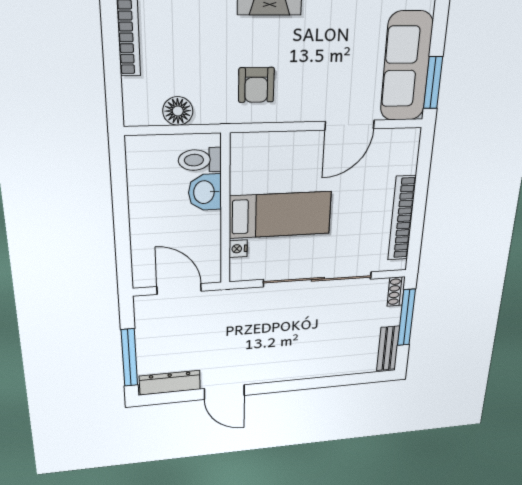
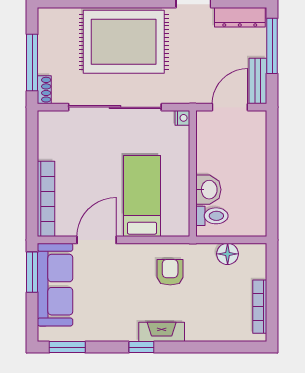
bed: (280, 215) -> (142, 196), moved, turned 90
bookcase: (402, 218) -> (46, 199), moved
nightstand: (238, 249) -> (182, 118), moved
door: (179, 289) -> (230, 107), swing flipped
rug: (304, 347) -> (124, 42), added
bench: (388, 348) -> (258, 81), moved

